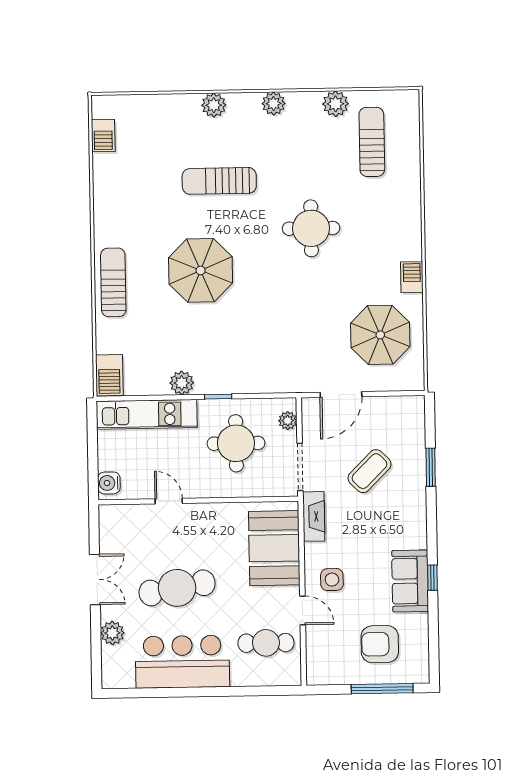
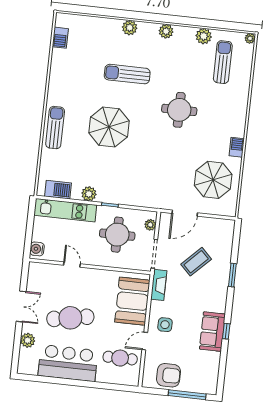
plant: (411, 98) -> (250, 38), added
barbecue: (109, 375) -> (58, 190), moved, turned -90
window: (431, 467) -> (232, 275), moved
door: (303, 610) -> (145, 341), swing flipped
armchair: (380, 644) -> (169, 375), moved, turned 180

